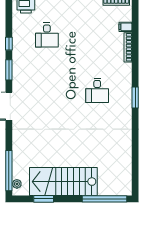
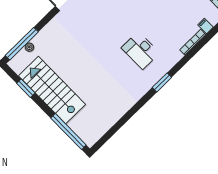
desk: (97, 91) -> (140, 50), width x1.37
plant: (17, 184) -> (29, 47), moved

